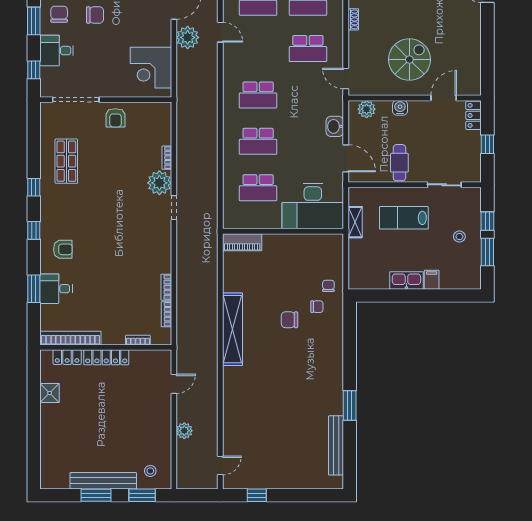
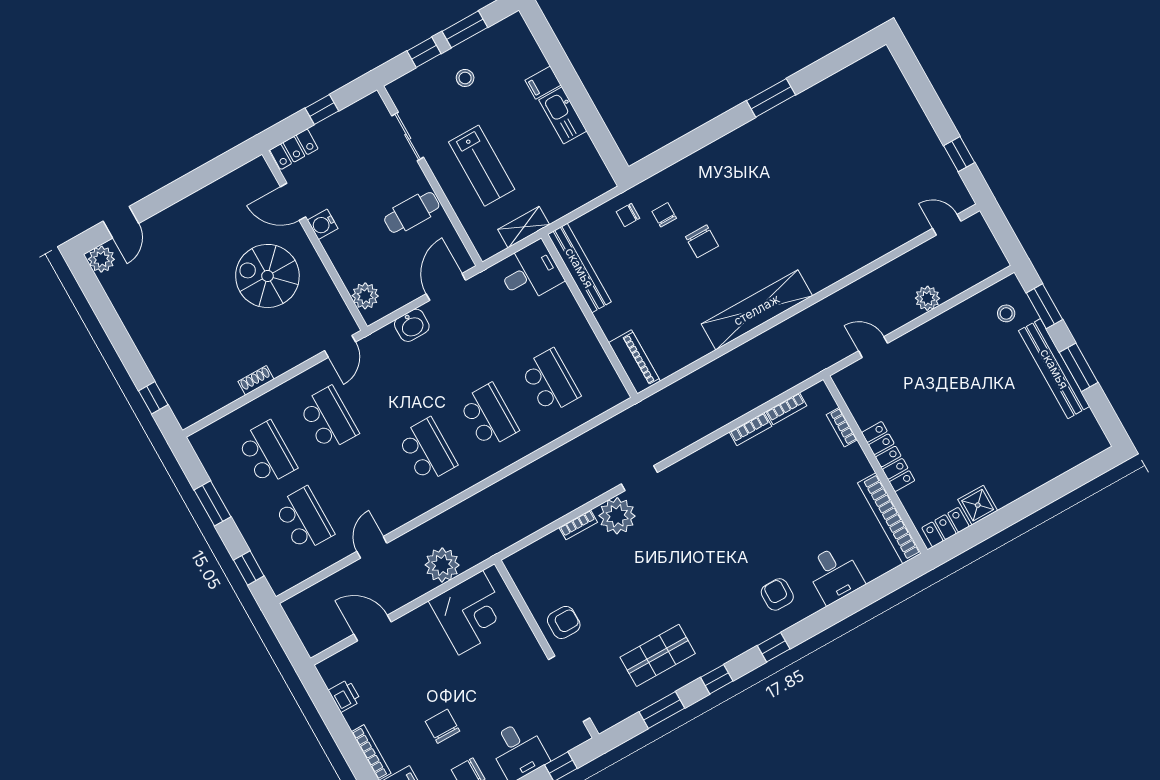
plant: (188, 37) -> (442, 565), moved
water cooler: (400, 108) -> (323, 224), moved
desk: (313, 206) -> (530, 272), width x0.53, depth x0.77
window: (34, 289) -> (662, 710), moved
locker: (67, 357) -> (945, 527), moved, turned -90
bench: (336, 445) -> (579, 268), moved, turned 90

